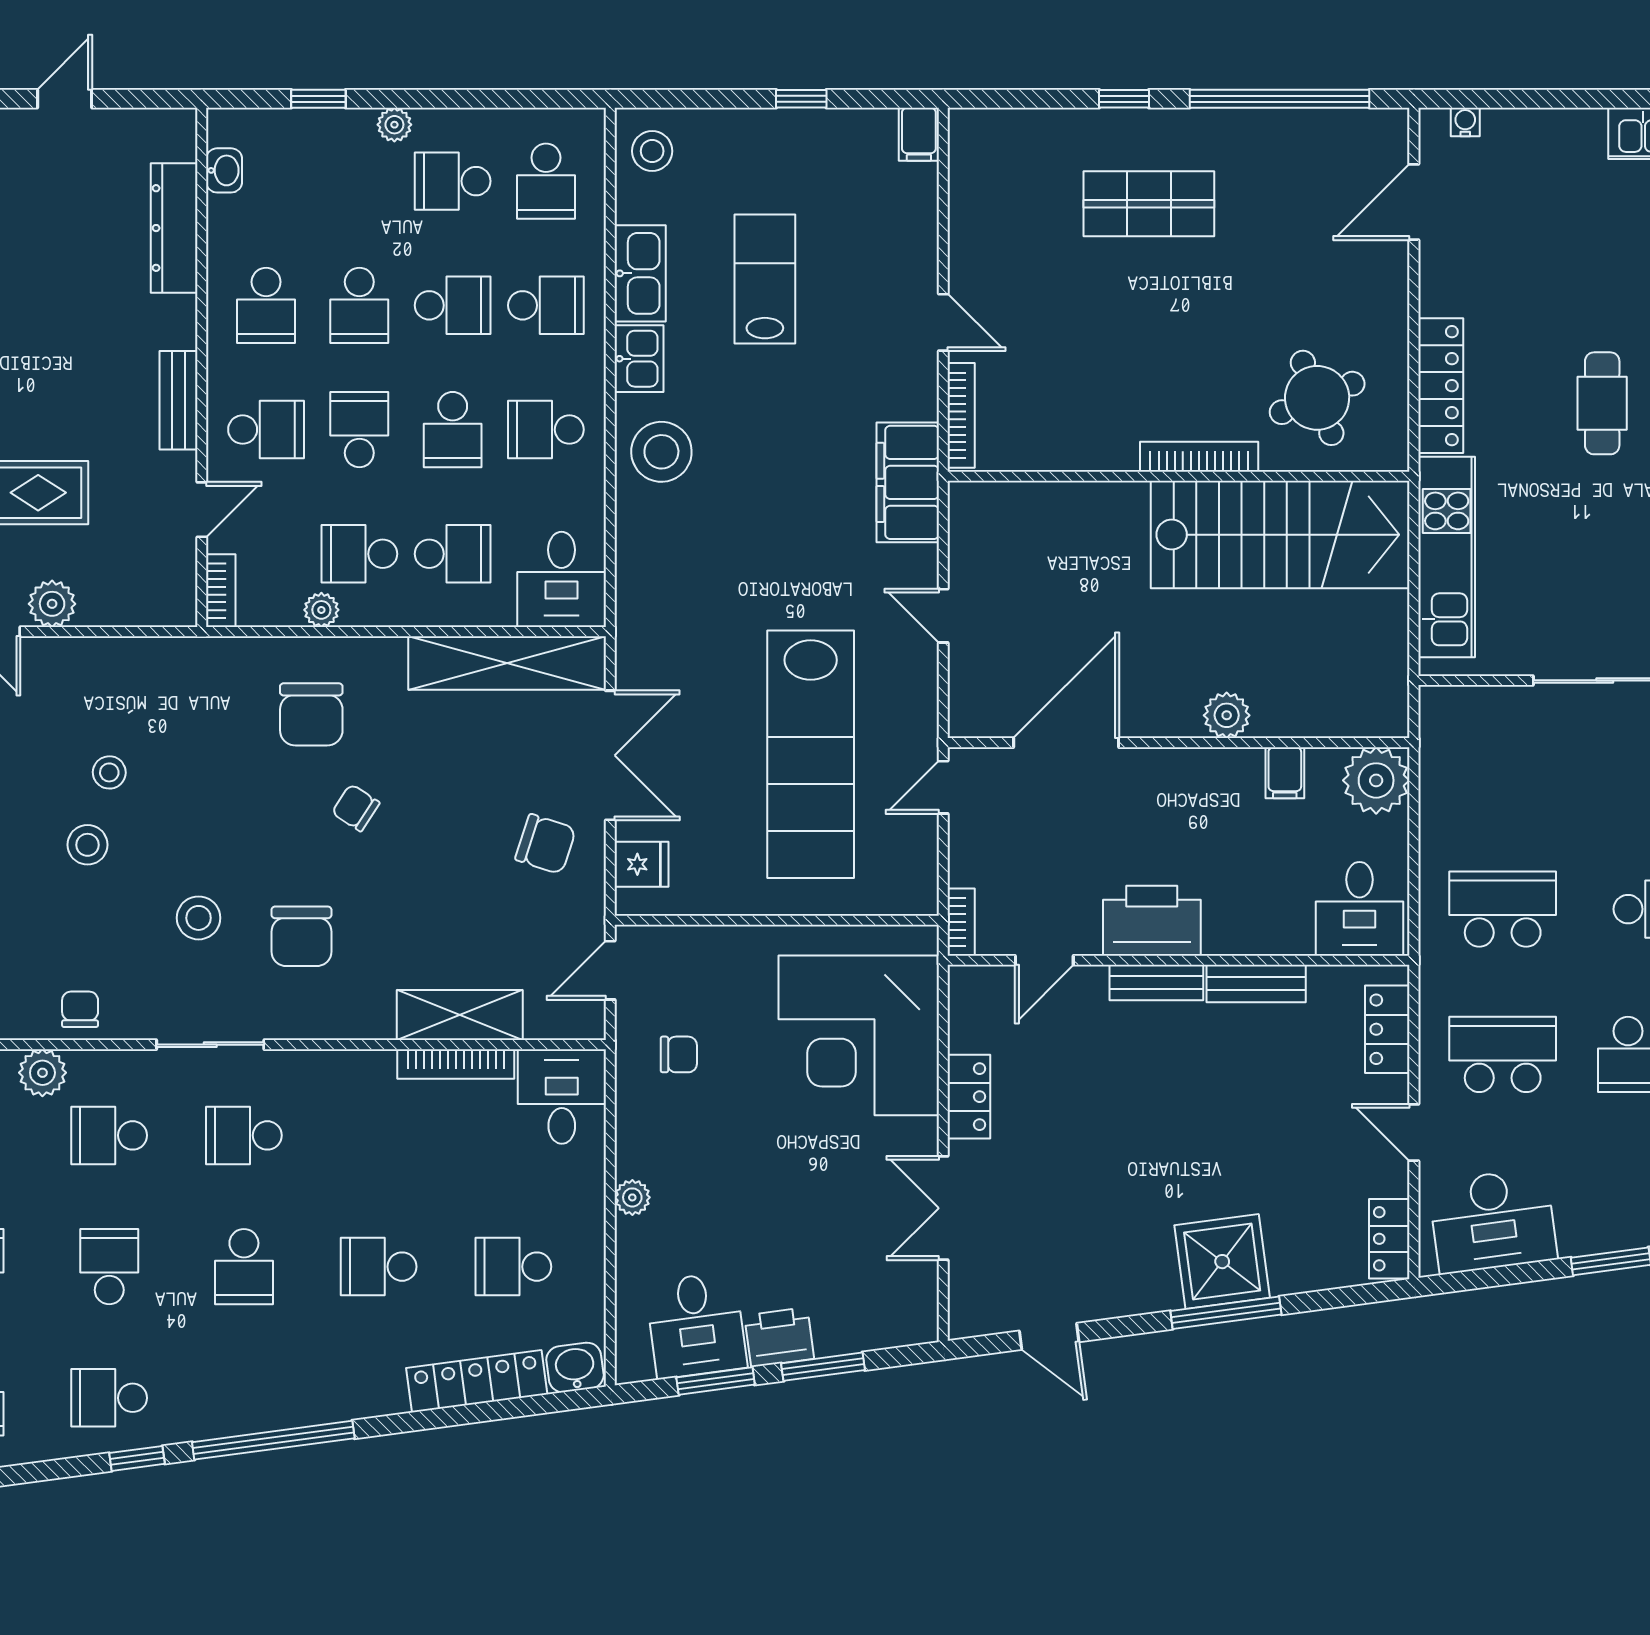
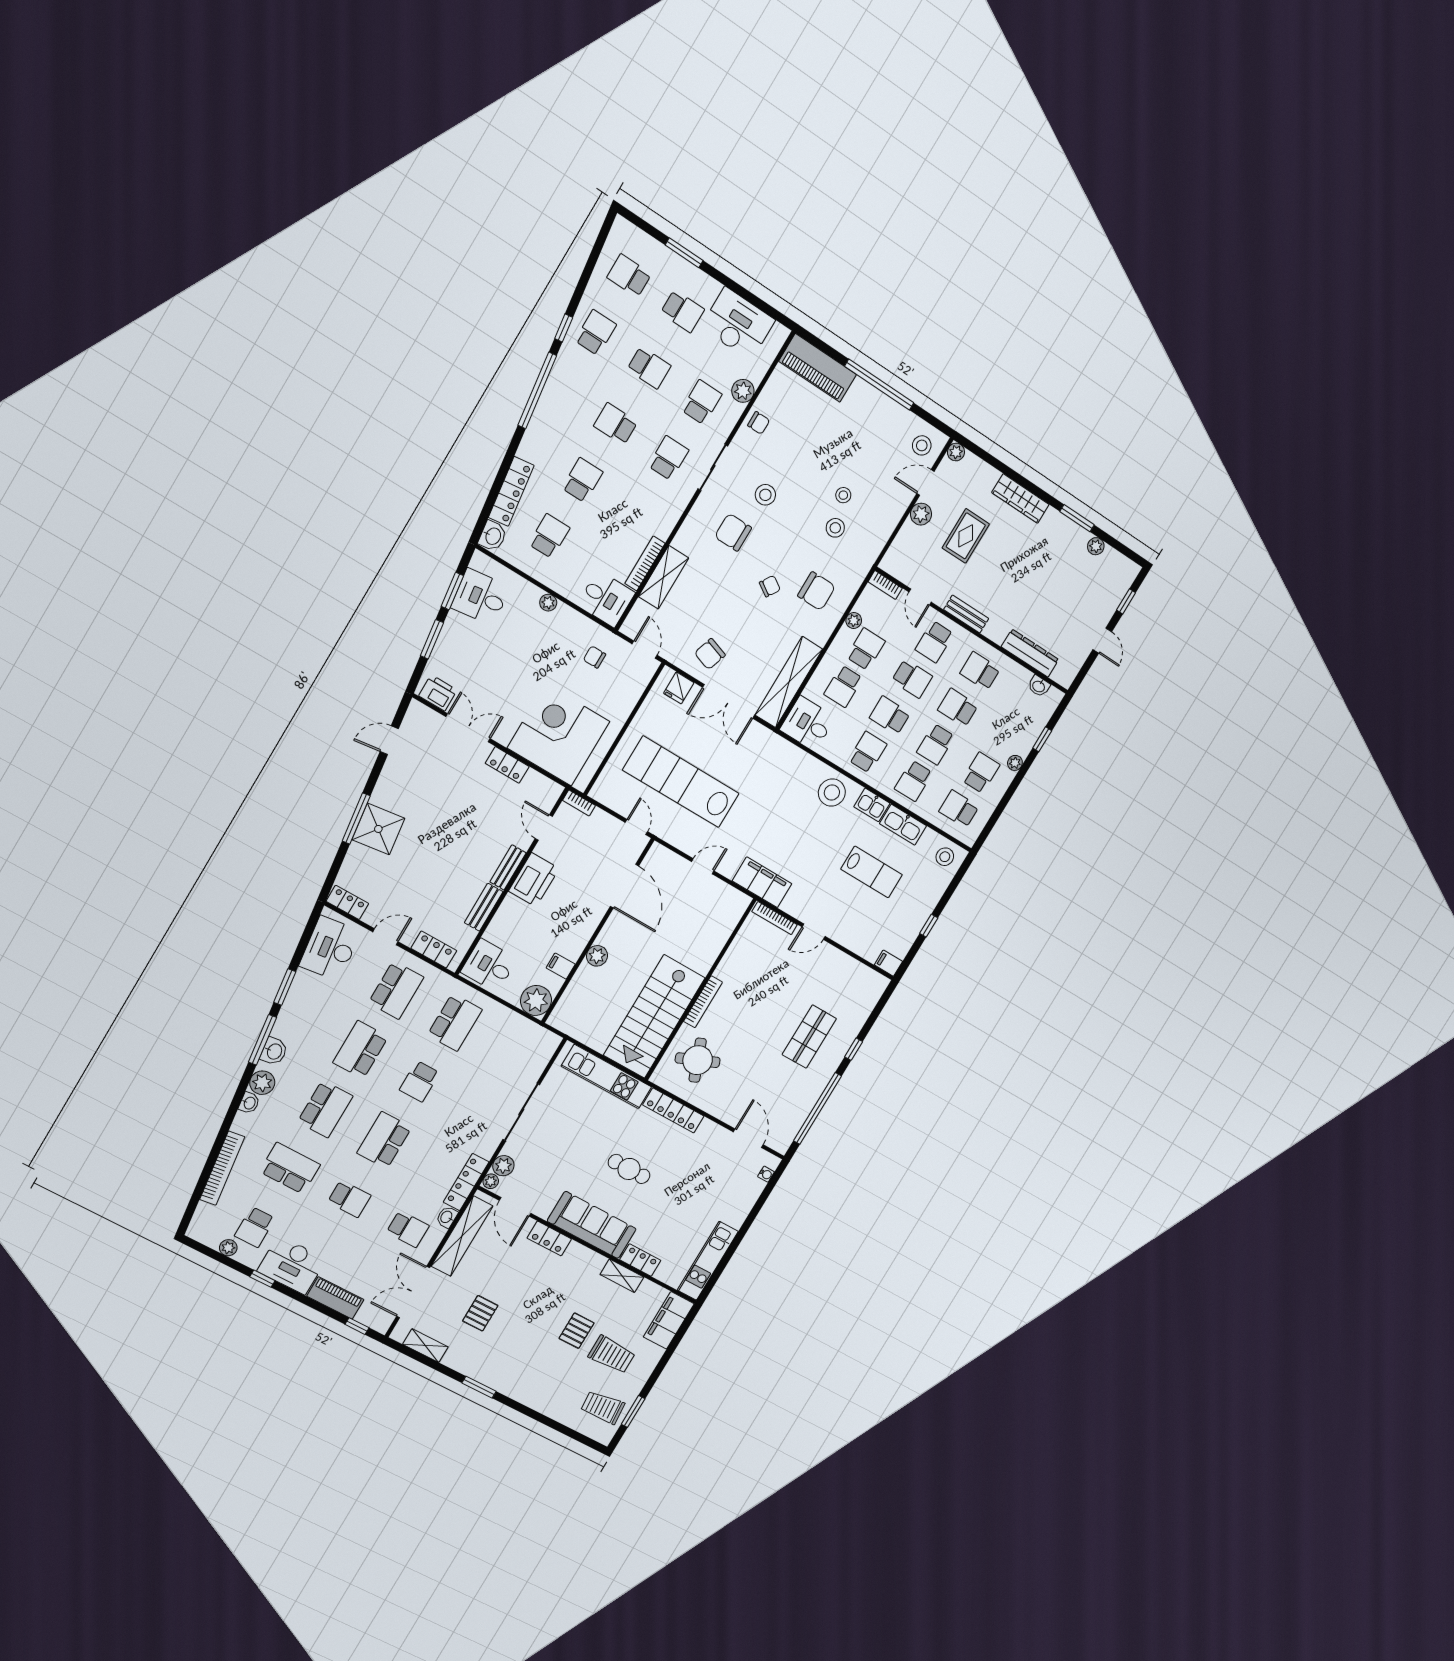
chair: (311, 714) -> (816, 591), turned 180
stool: (87, 845) -> (835, 528), moved
chair: (679, 1054) -> (594, 657), turned 90
printer: (779, 1337) -> (438, 693), moved, turned -82

